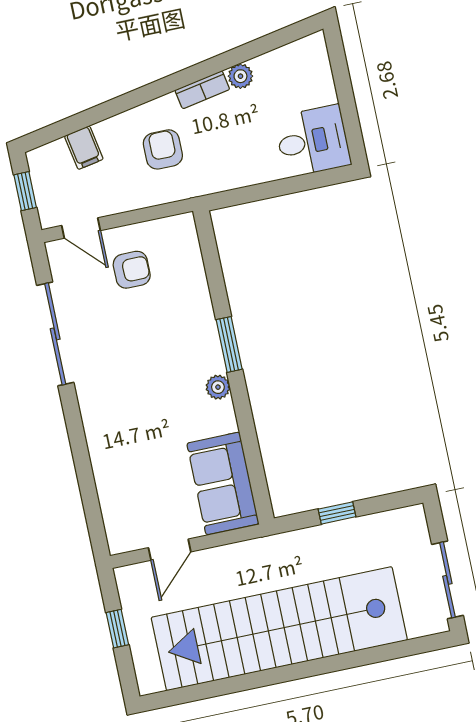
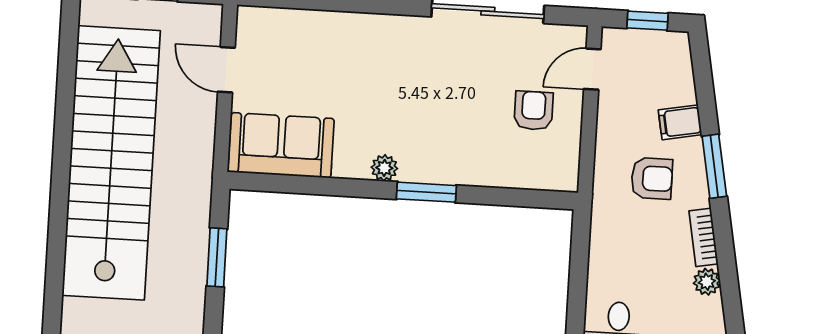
window: (137, 97) -> (714, 166), added
filing cabinet: (84, 148) -> (680, 122), moved
armchair: (132, 270) -> (534, 111), turned 180
window: (337, 513) -> (217, 257), width x1.50

